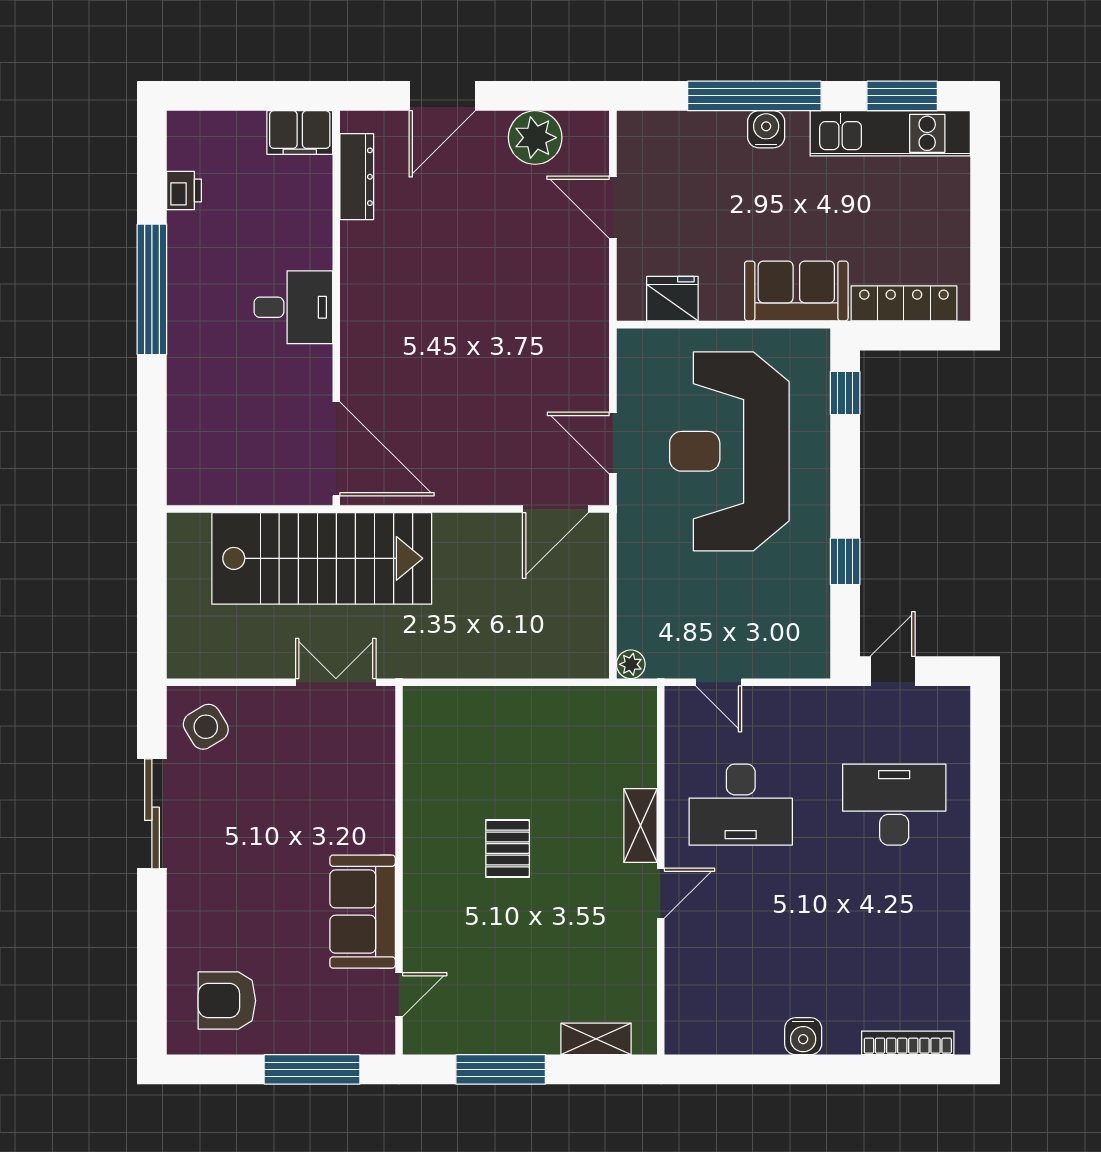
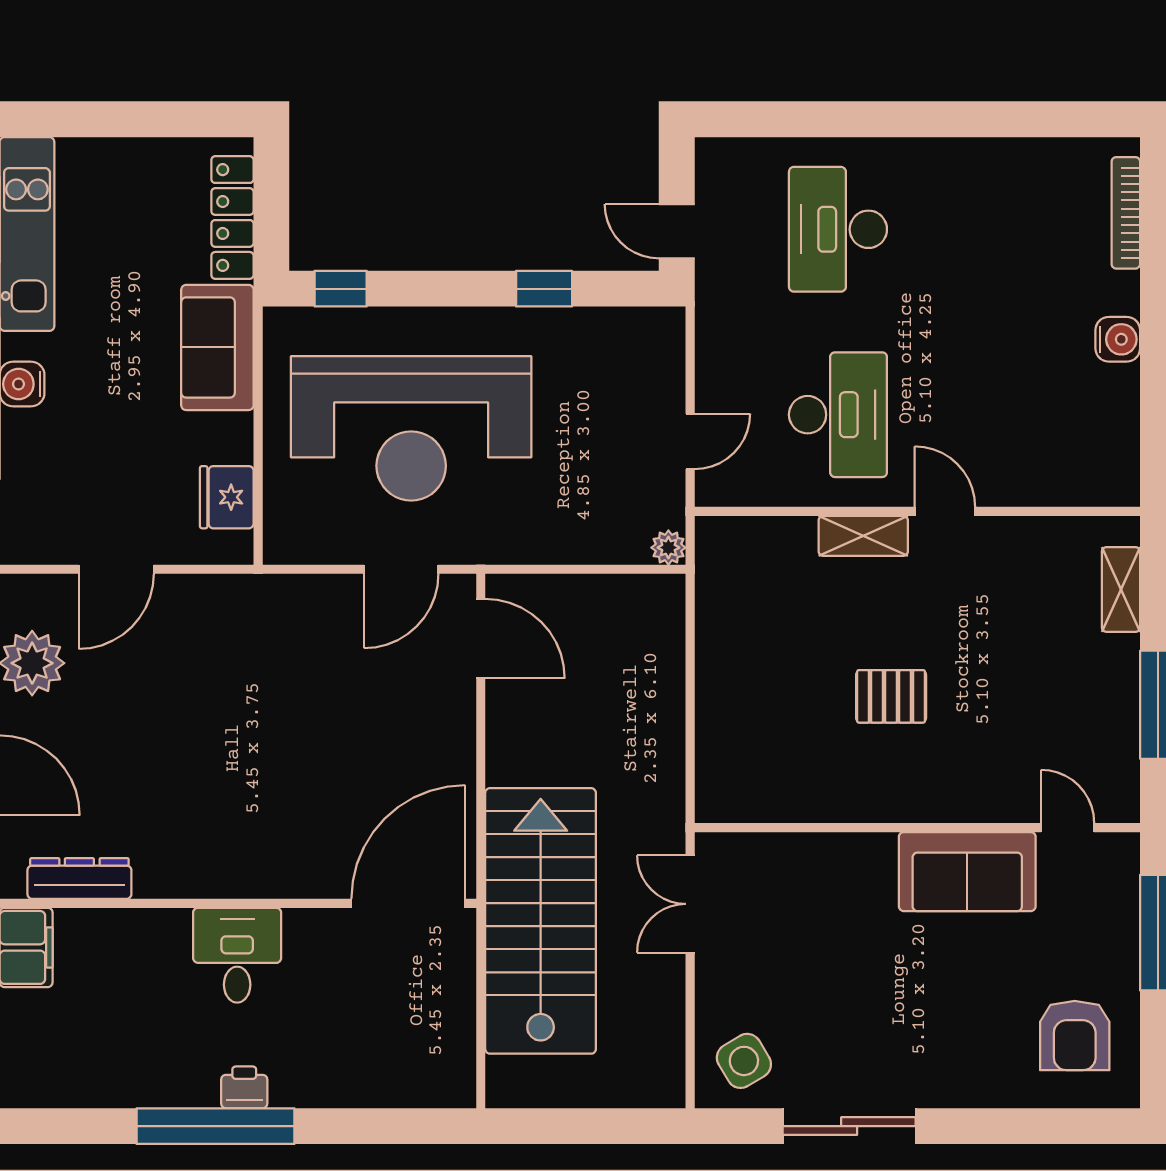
printer: (184, 190) -> (244, 1087), moved

